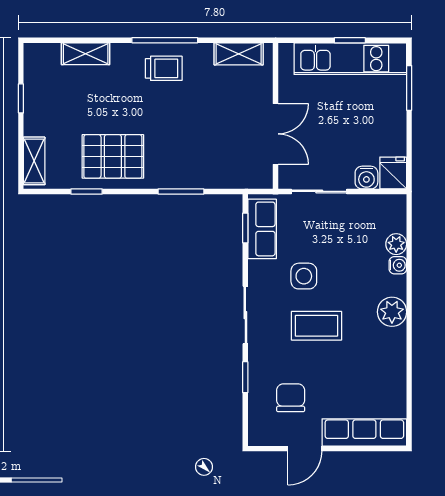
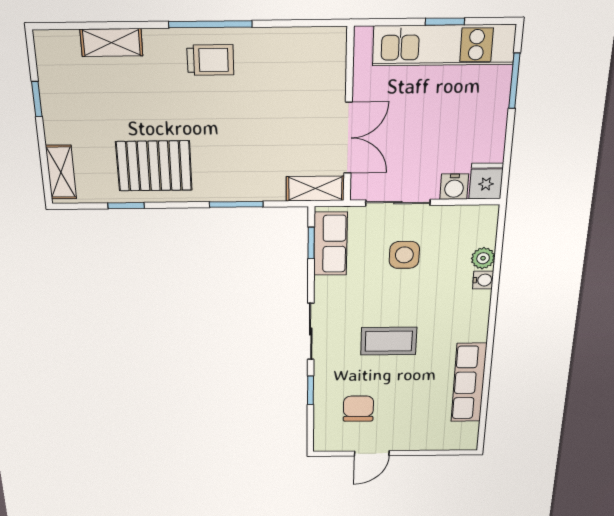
shelving: (239, 54) -> (315, 189), moved
side table: (304, 276) -> (404, 255), moved
plant: (392, 312) -> (472, 327), removed
row of seats: (364, 432) -> (469, 383), moved, turned -90

